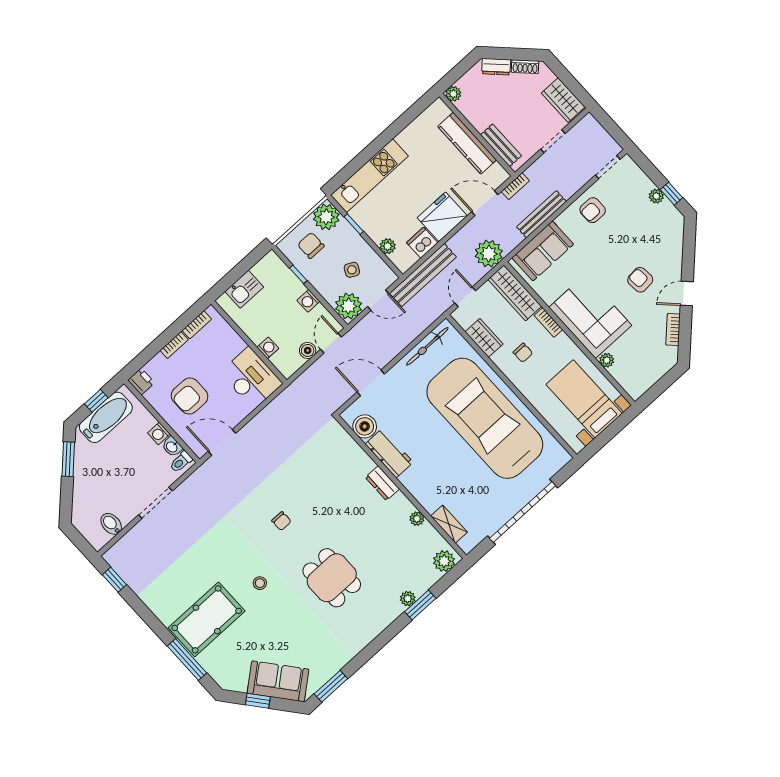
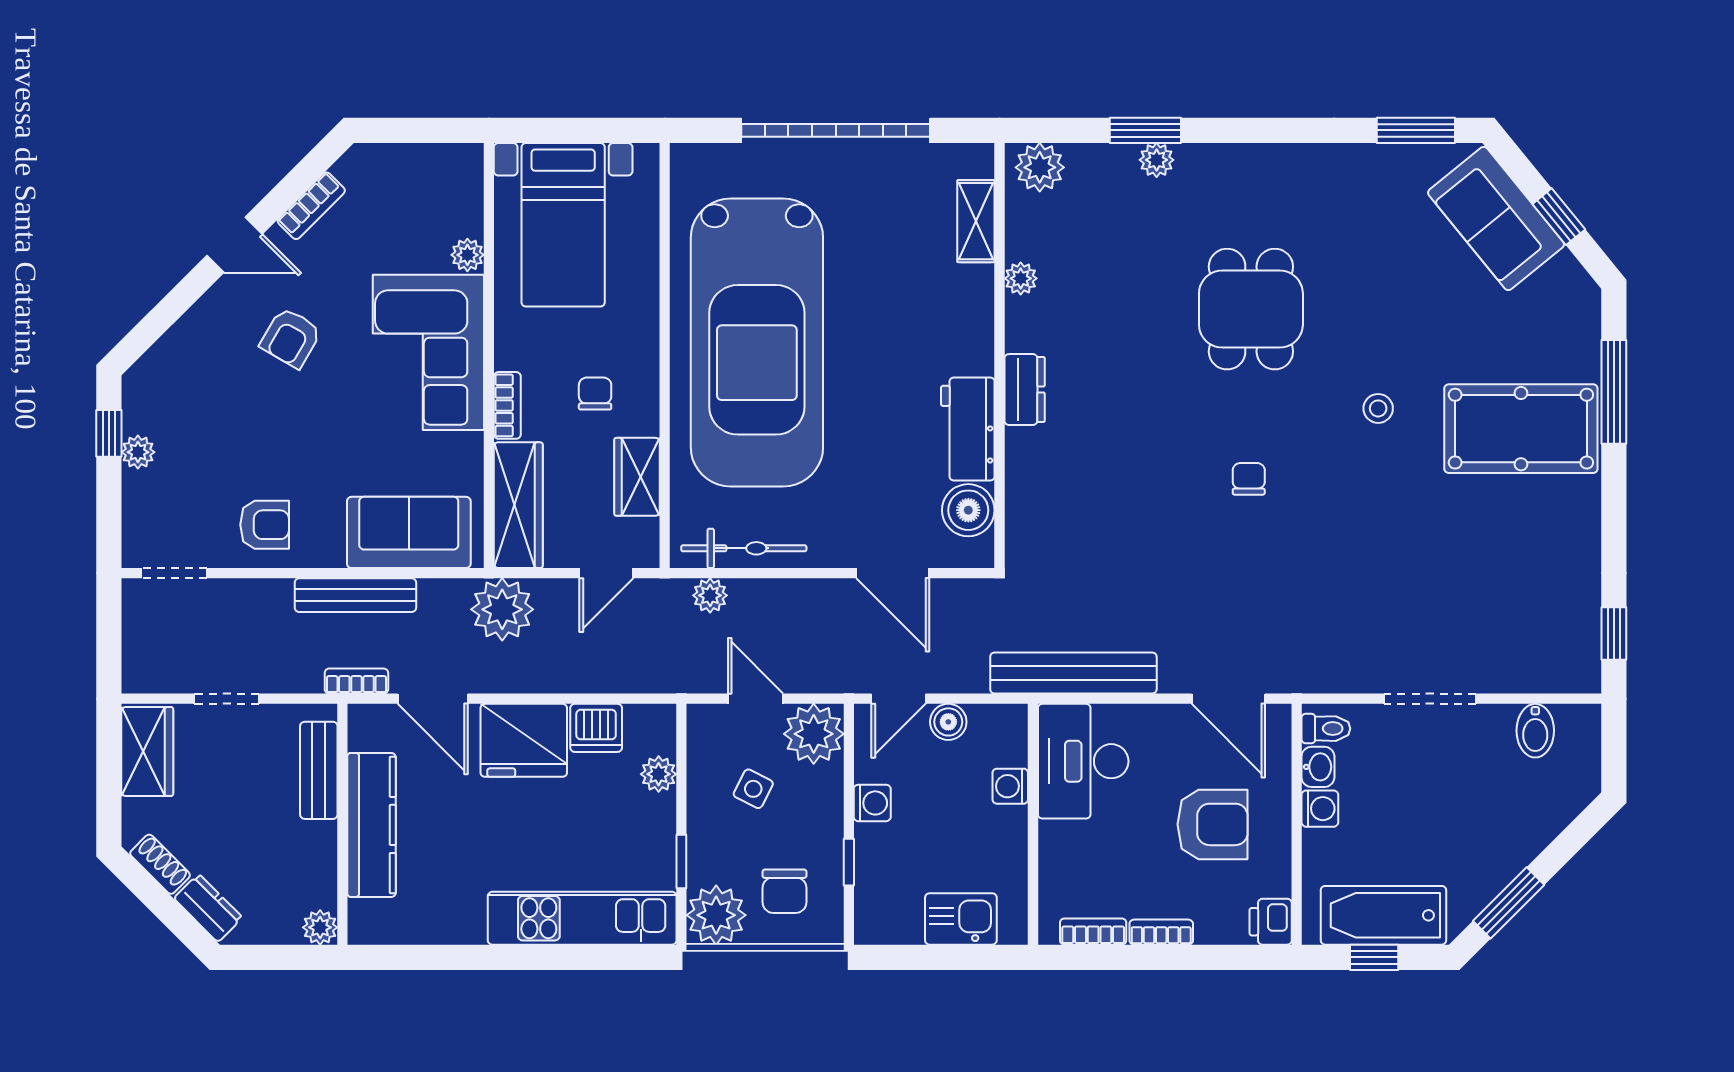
bench: (423, 275) -> (1073, 673), moved
armchair: (640, 280) -> (291, 338), turned 35
plant: (424, 321) -> (710, 595), added

